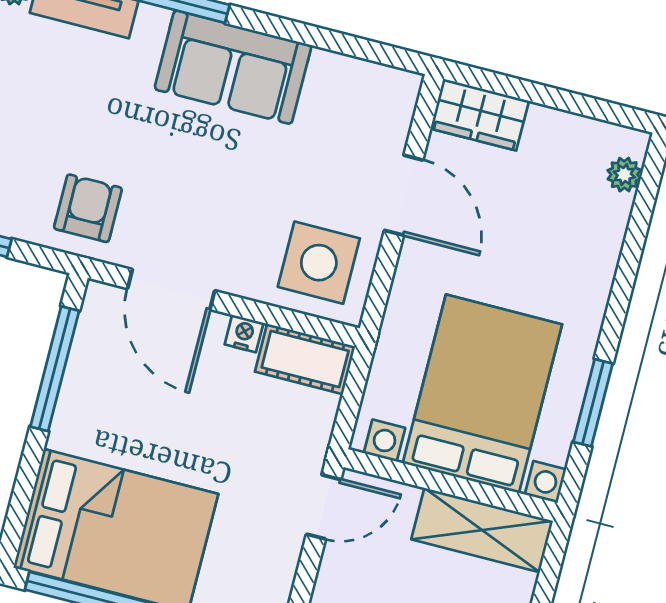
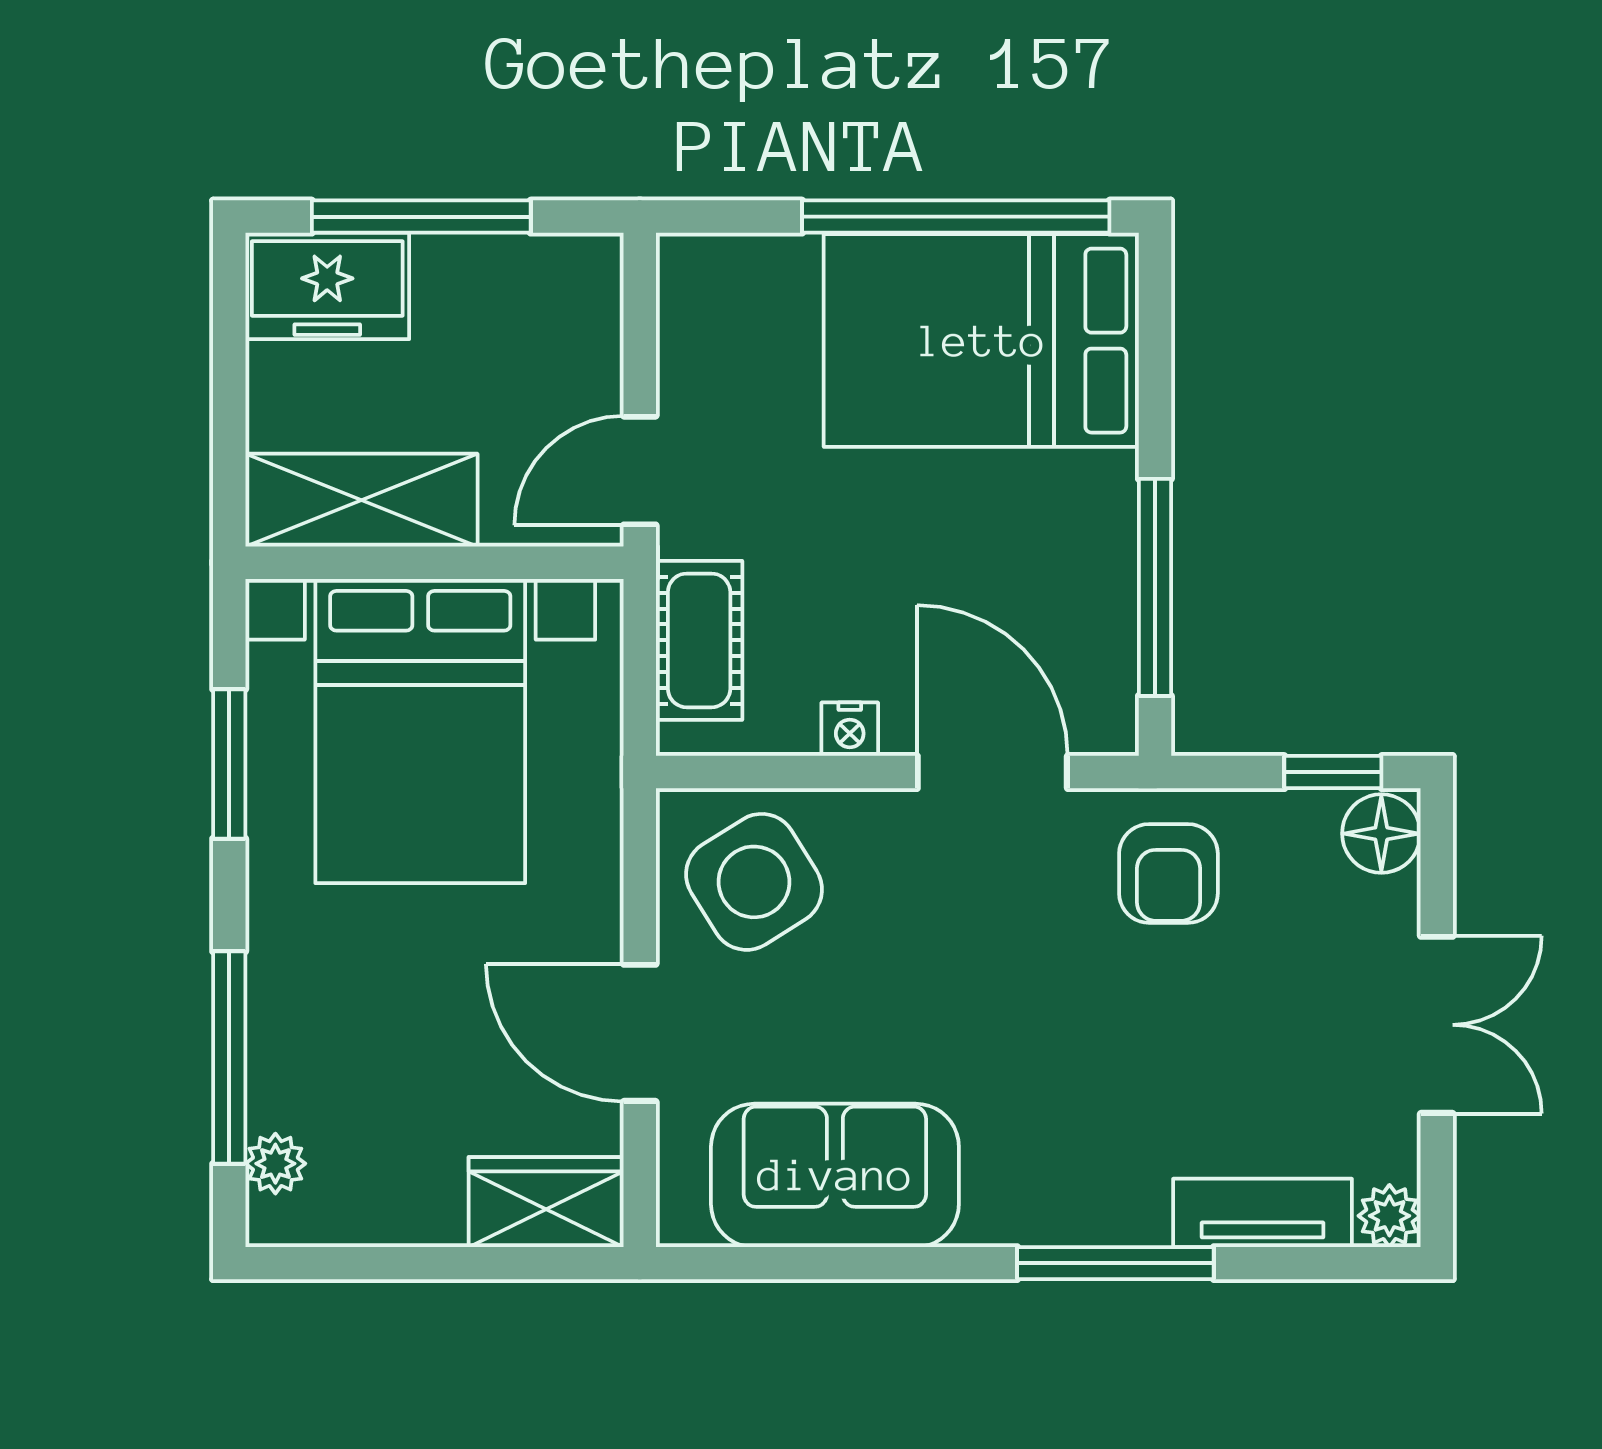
sofa: (233, 67) -> (835, 1175), moved
window: (635, 240) -> (229, 1058), added
side table: (319, 263) -> (754, 882), turned -32
cot: (305, 359) -> (699, 640), moved, turned 90

